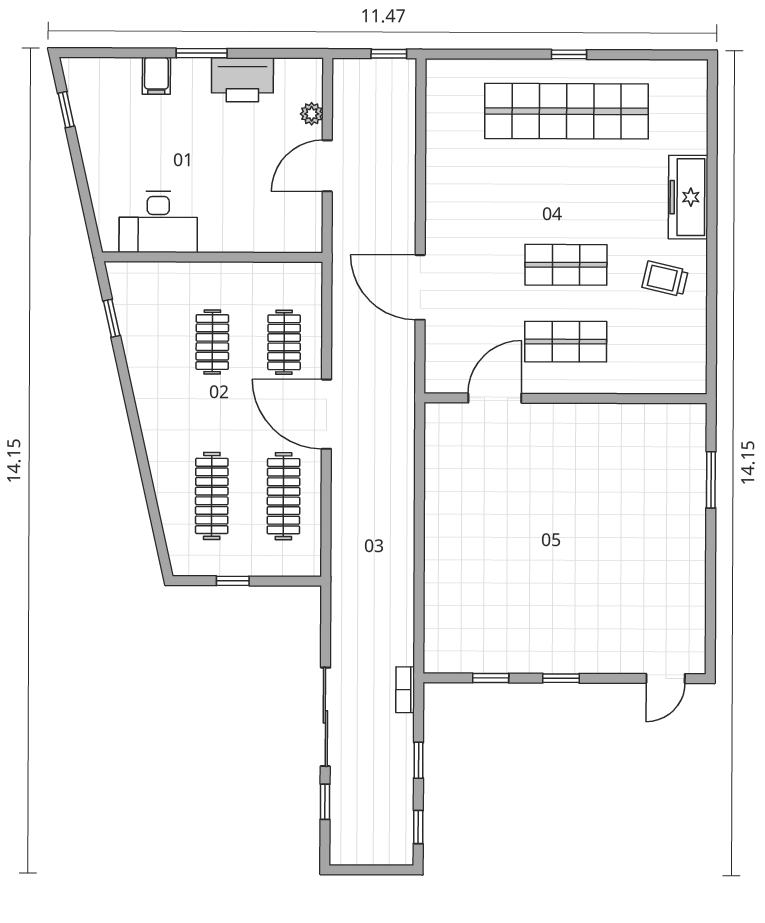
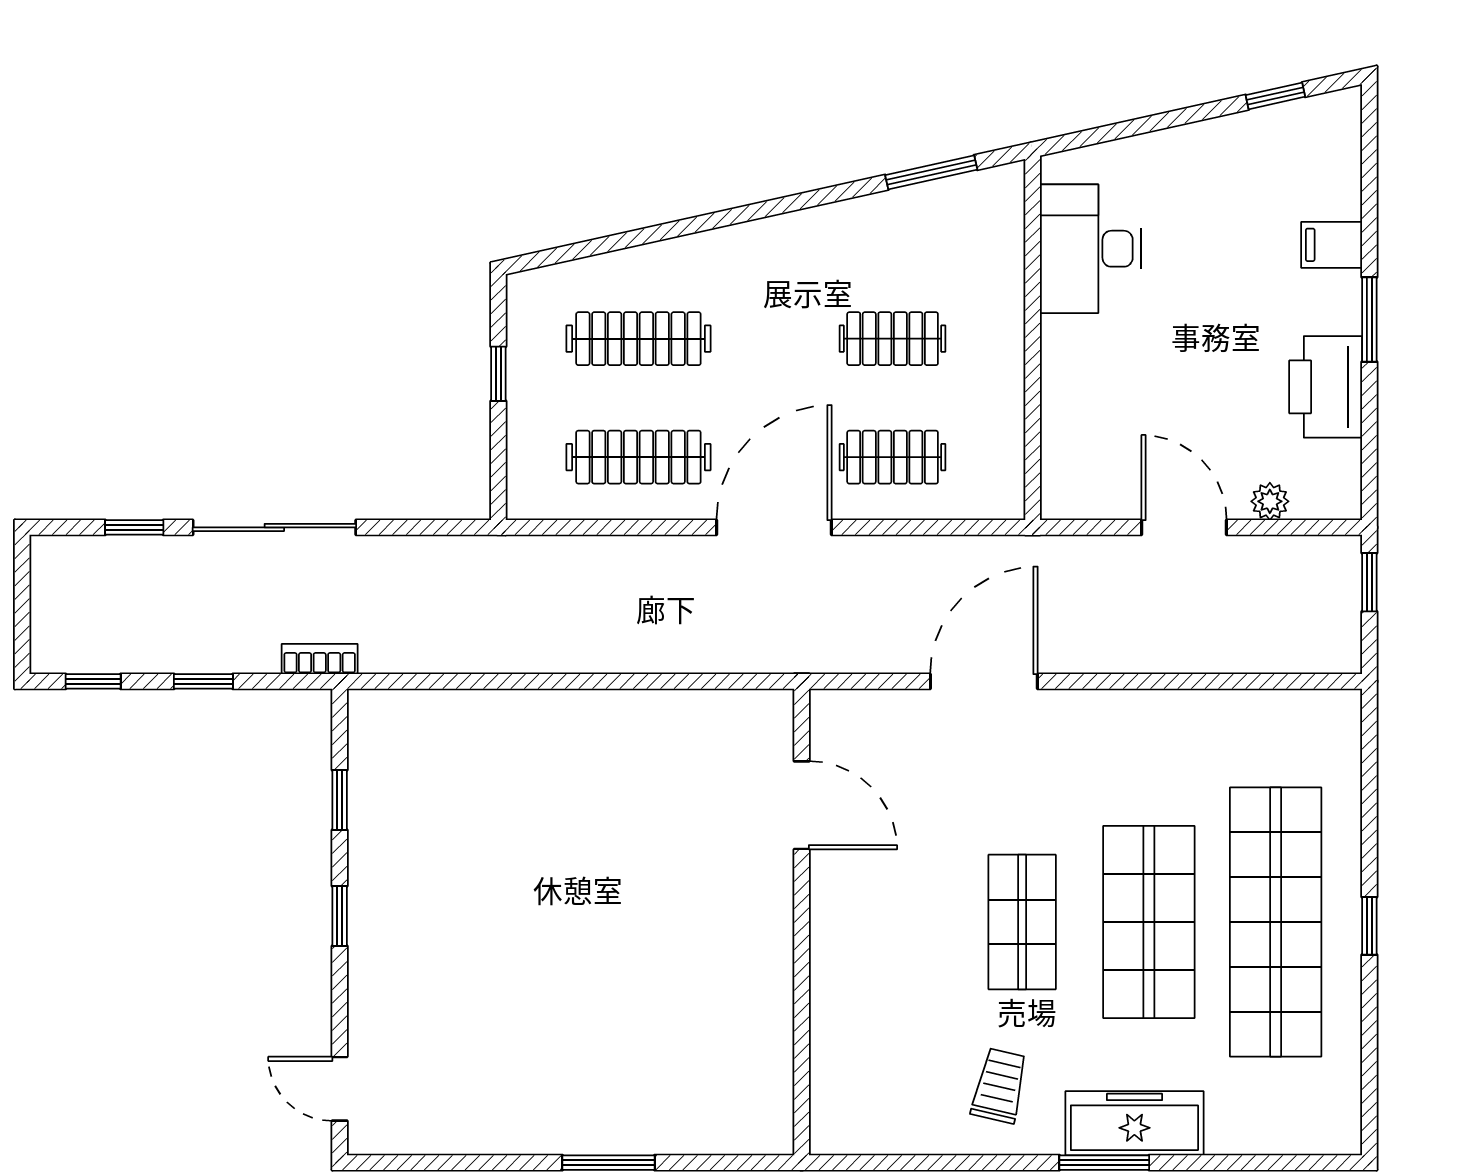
window: (389, 54) -> (1369, 582), moved
window: (712, 215) -> (1104, 1163), added
window: (112, 318) -> (931, 172), width x1.50
shop shelf: (566, 342) -> (1149, 922), moved, width x1.43, depth x1.36
window: (711, 480) -> (609, 1163), moved

